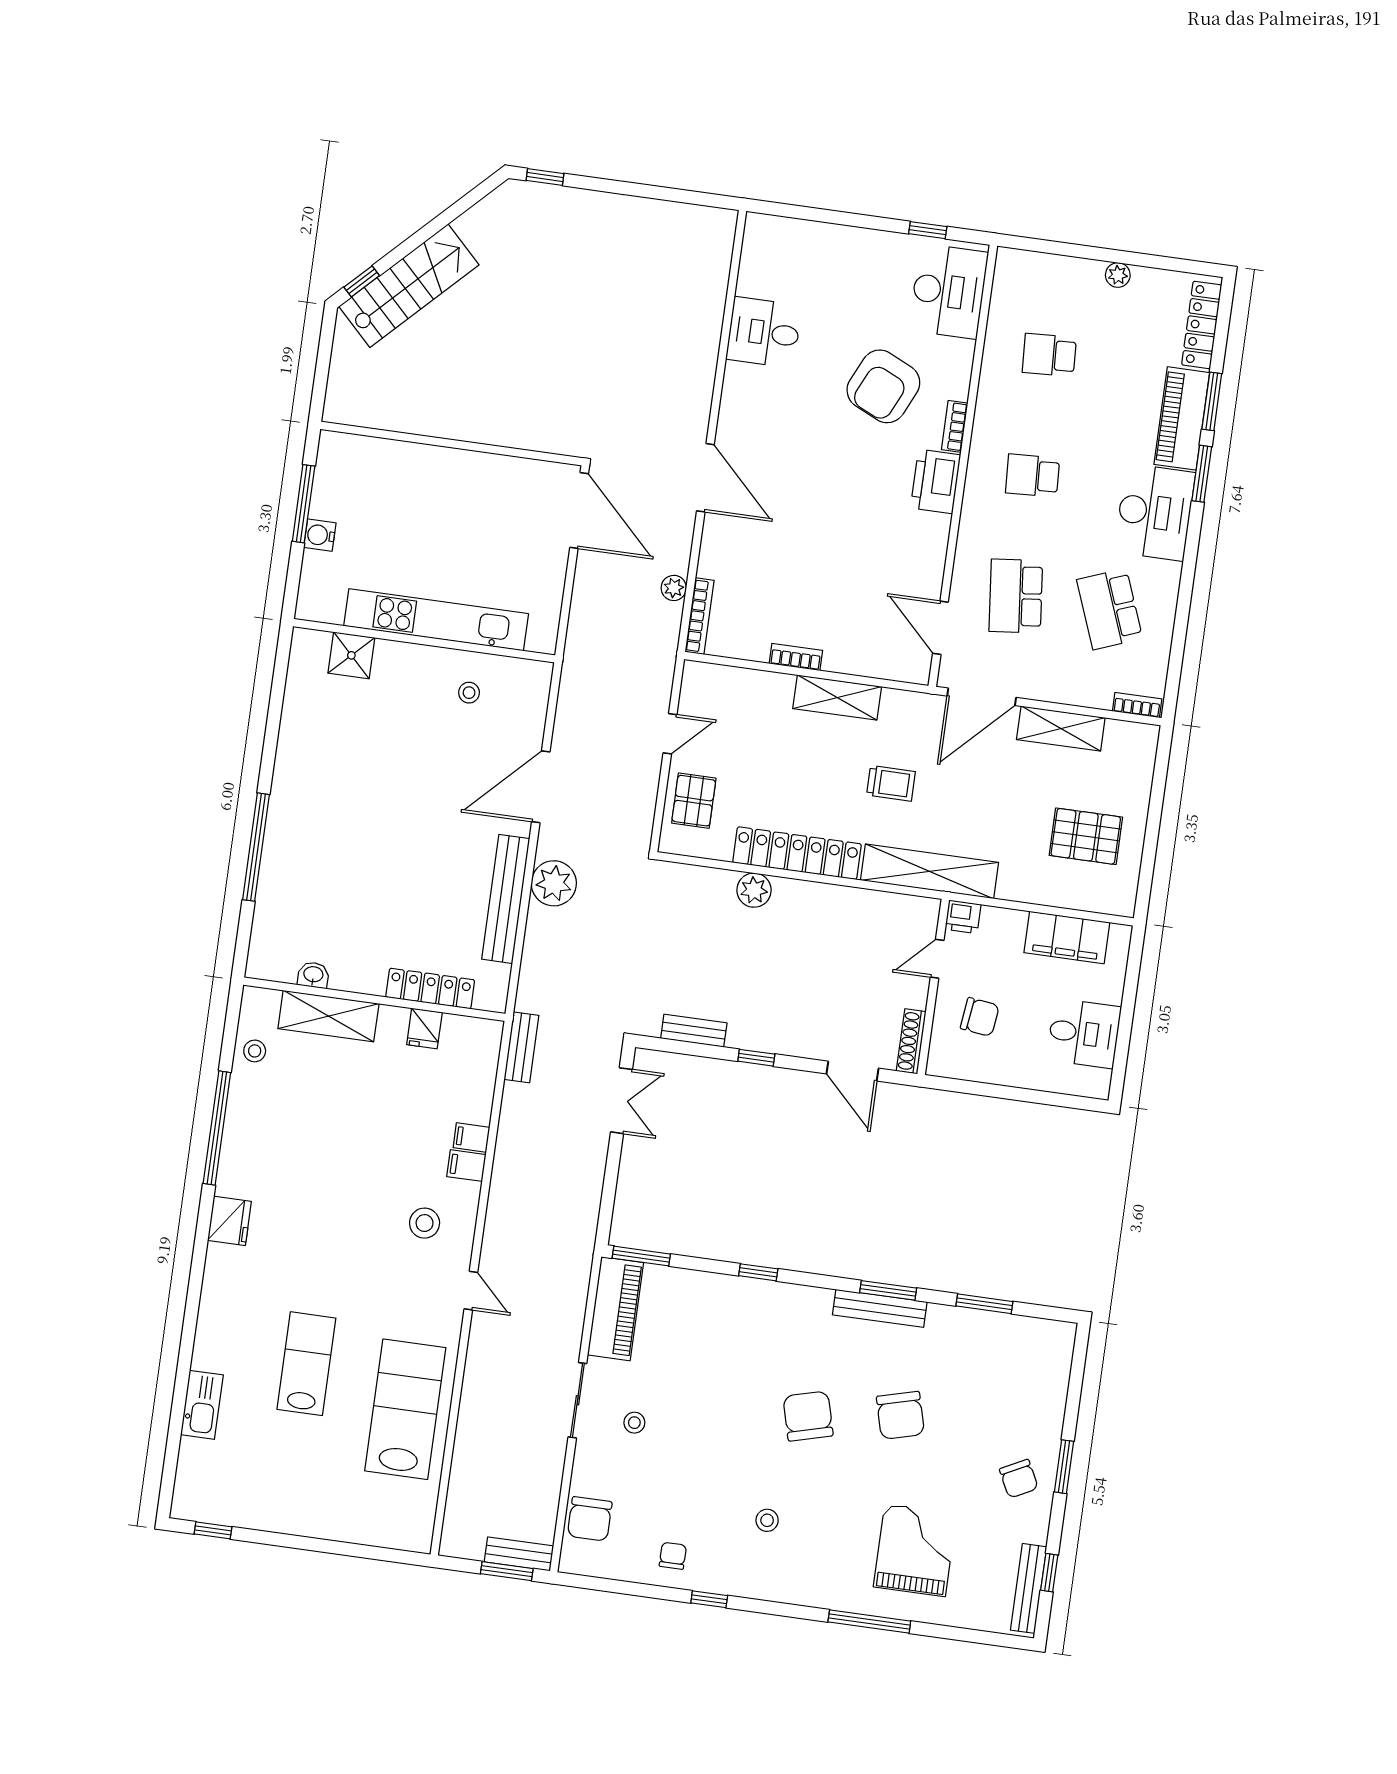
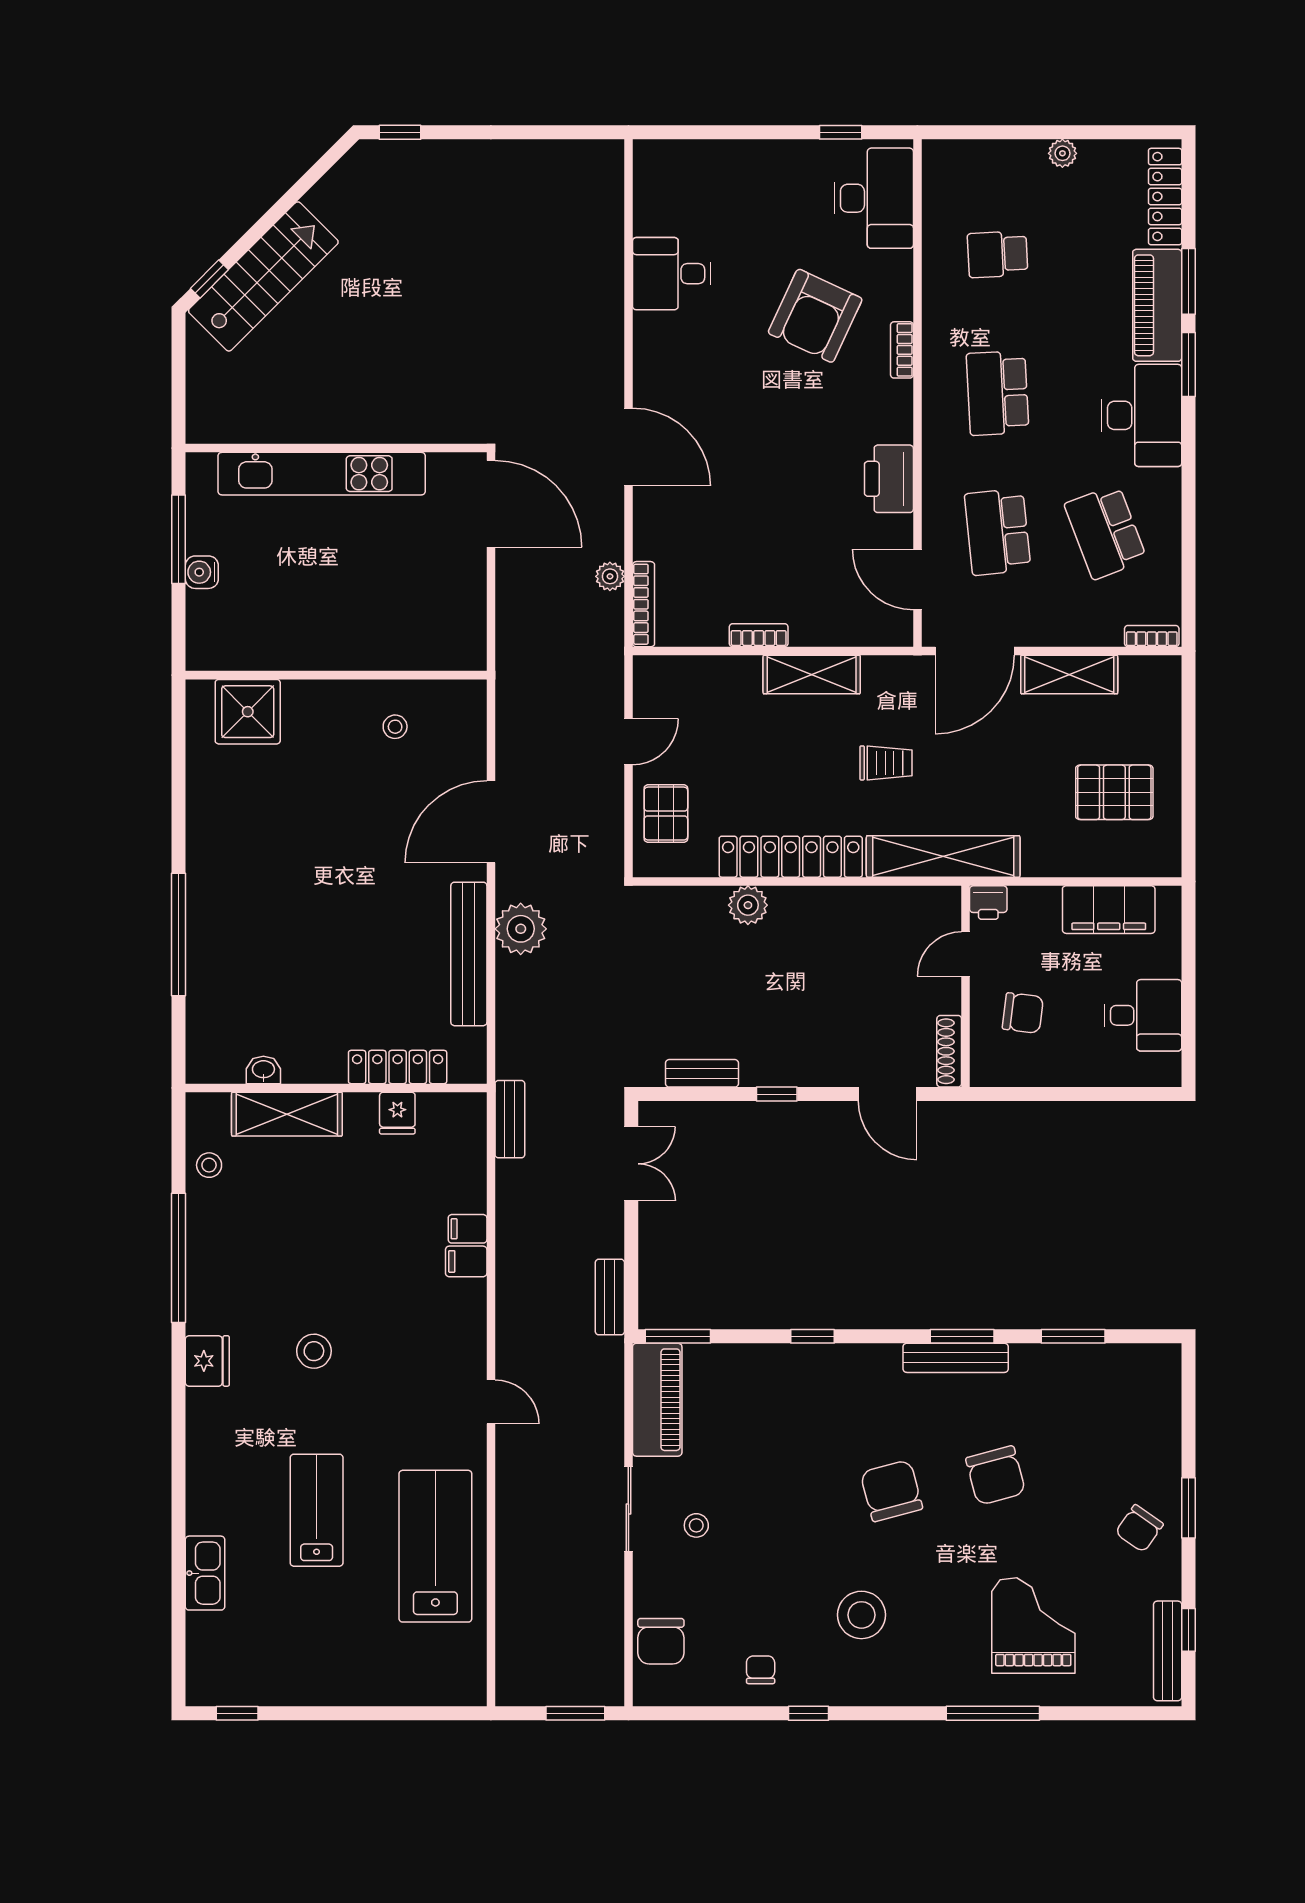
school desk: (1033, 475) -> (998, 393), width x1.85
printer: (936, 481) -> (889, 479), moved
kitchen unit: (436, 620) -> (322, 474), moved, turned 180
shower: (351, 655) -> (248, 712), width x1.36, depth x1.36
stool: (425, 1223) -> (314, 1351), moved
chair: (1019, 1479) -> (1139, 1528), turned 62
stool: (767, 1520) -> (861, 1615), width x1.89, depth x1.89
bench: (519, 1554) -> (610, 1297), moved, turned 90

